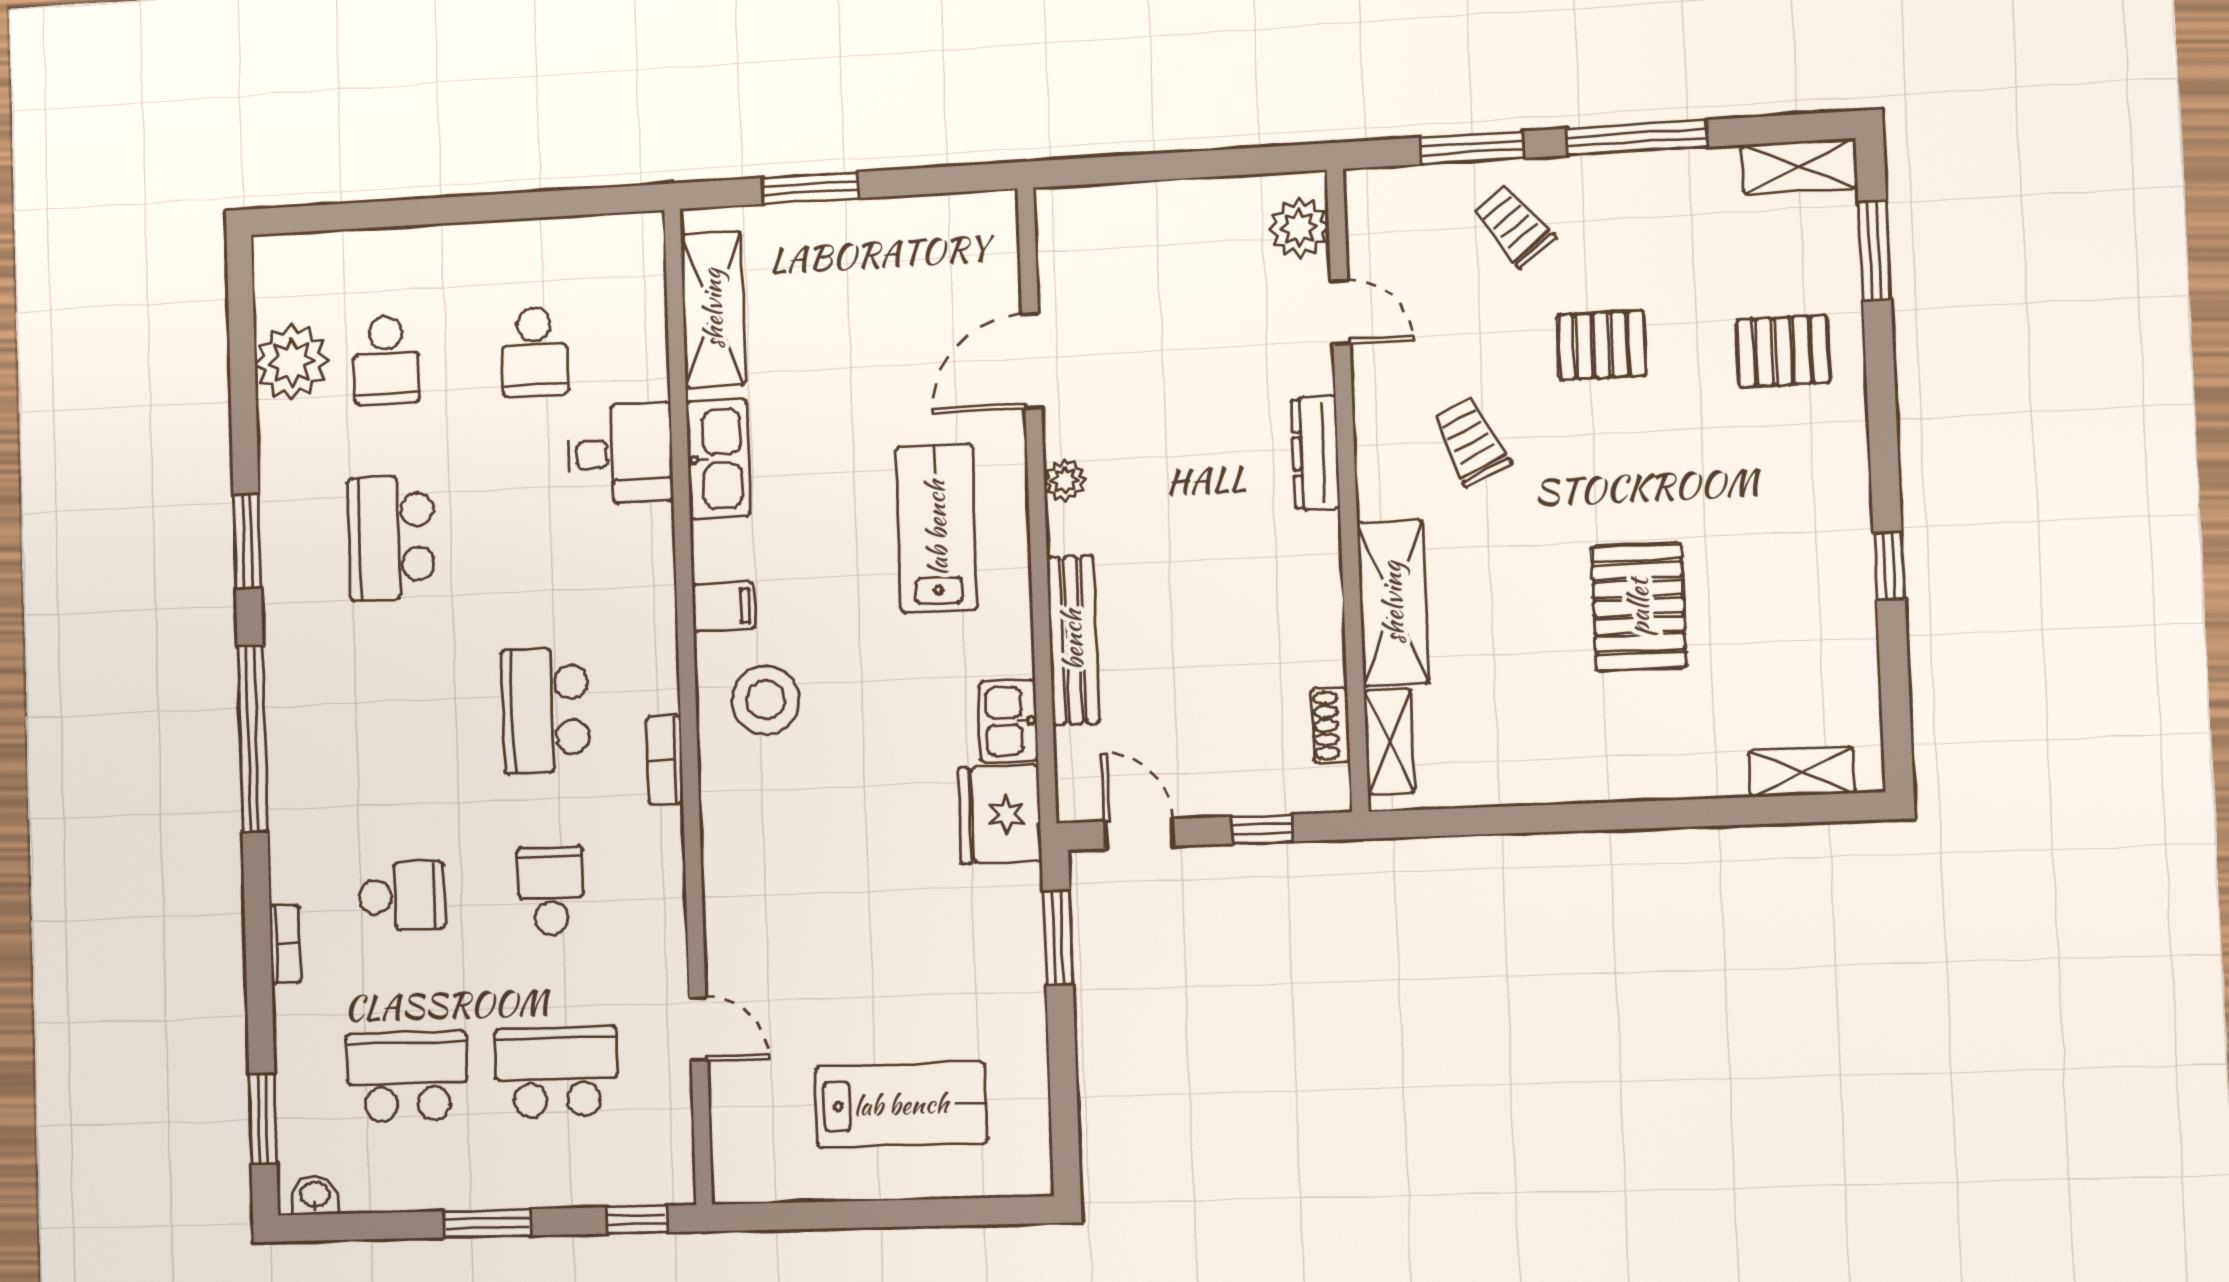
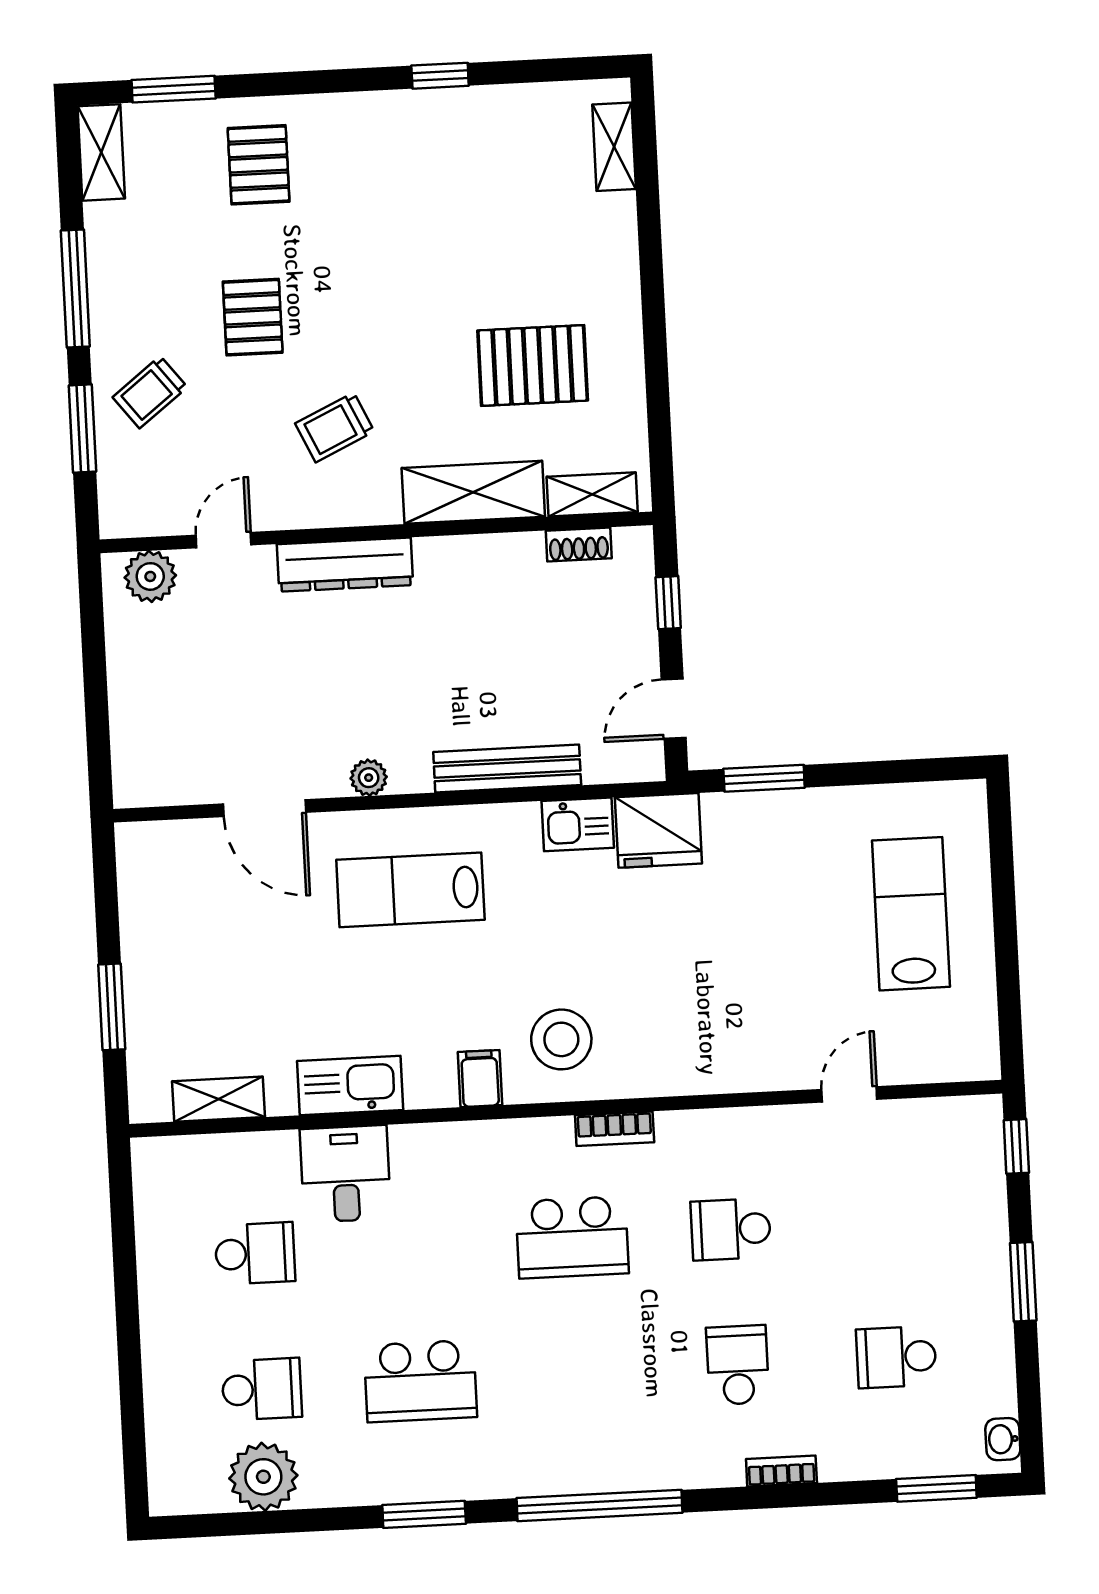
shelving: (713, 309) -> (218, 1099), width x0.67, depth x0.75
dresser: (1316, 453) -> (345, 565), width x1.37, depth x1.24
pallet: (1639, 607) -> (533, 365), moved
school desk: (557, 1072) -> (889, 1221), removed
school desk: (407, 1076) -> (896, 1357), width x0.54

